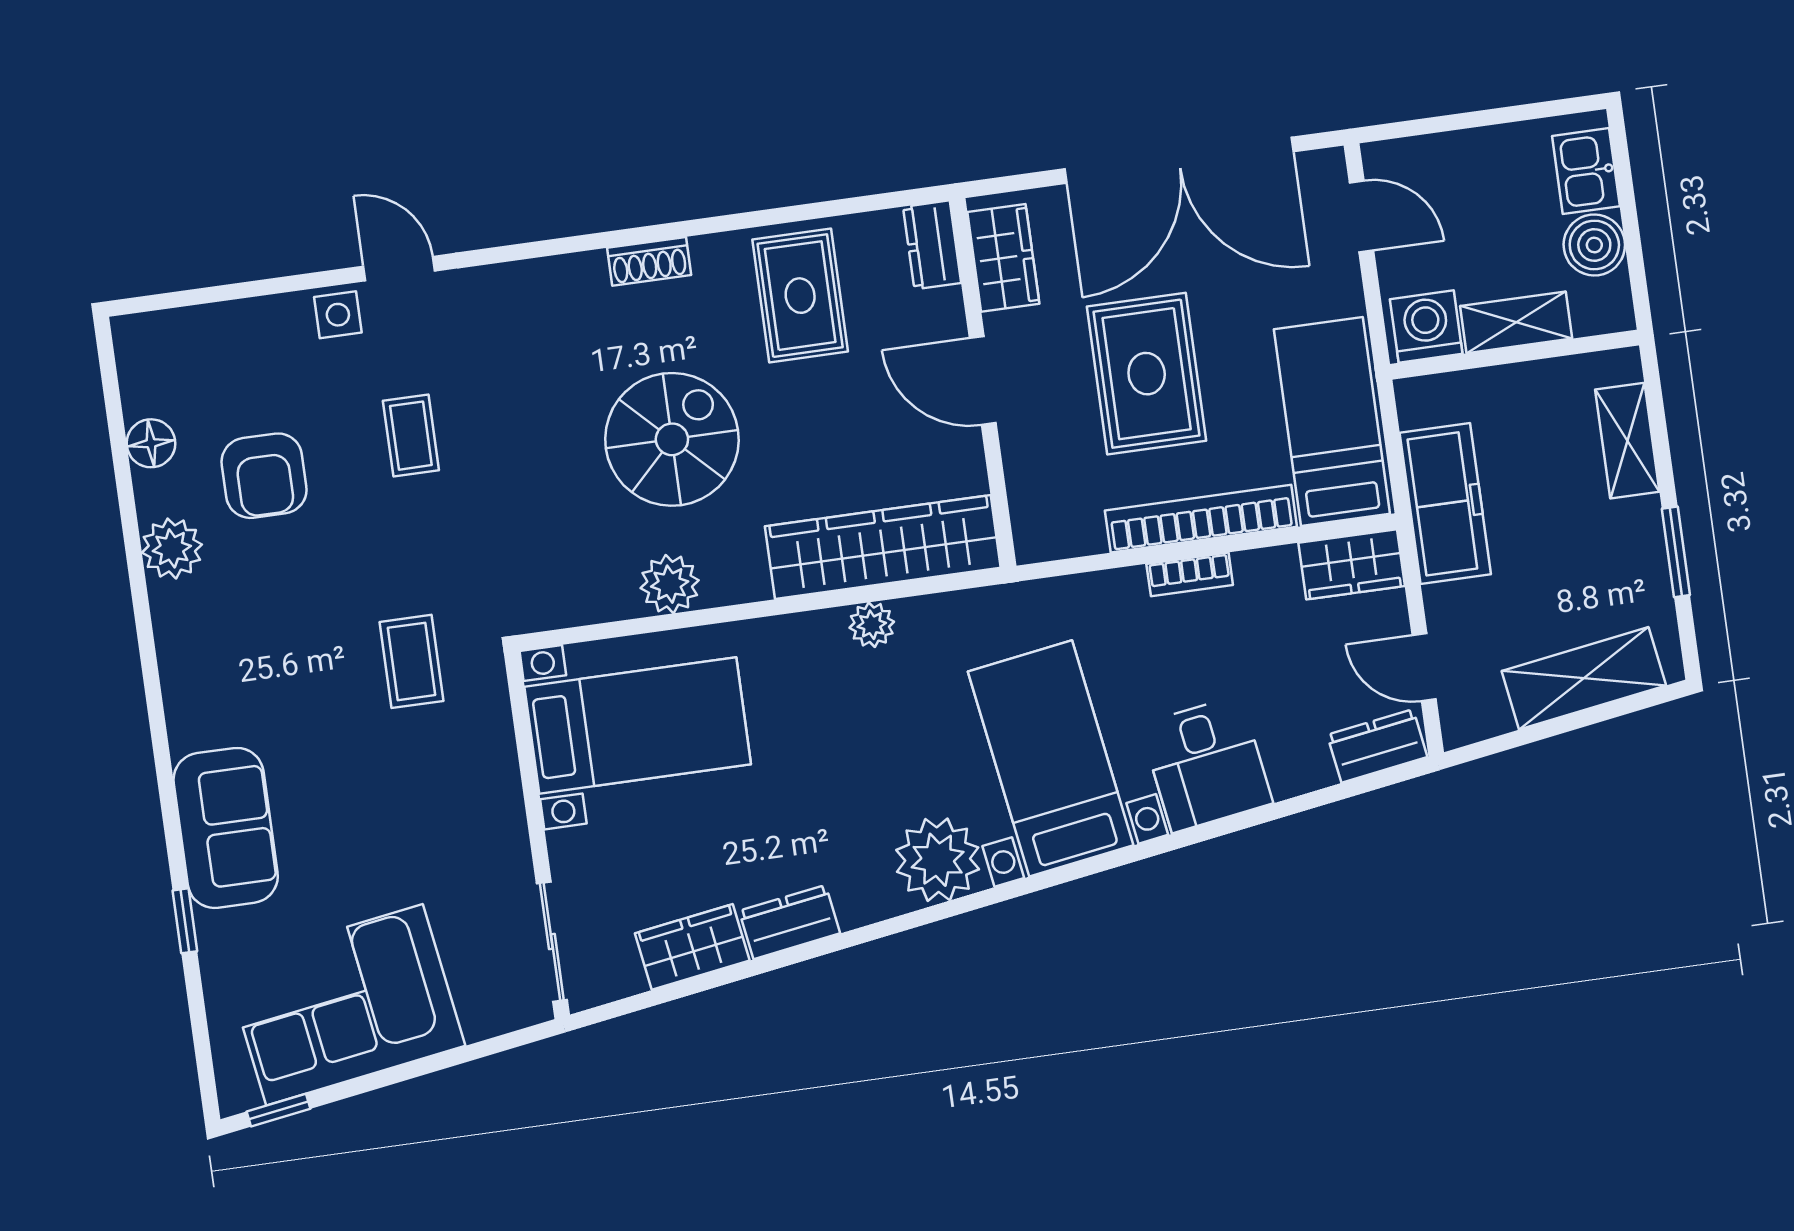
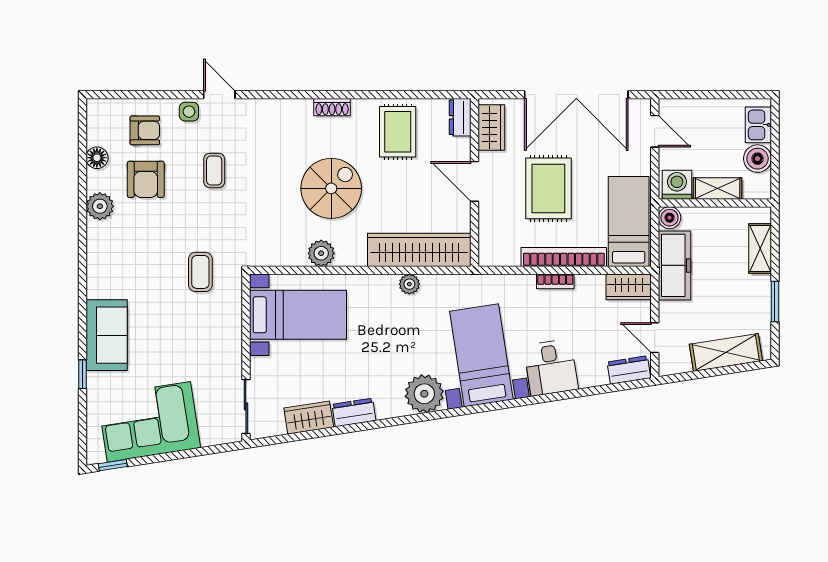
armchair: (247, 369) -> (145, 130), added
boiler: (1420, 401) -> (670, 218), added

